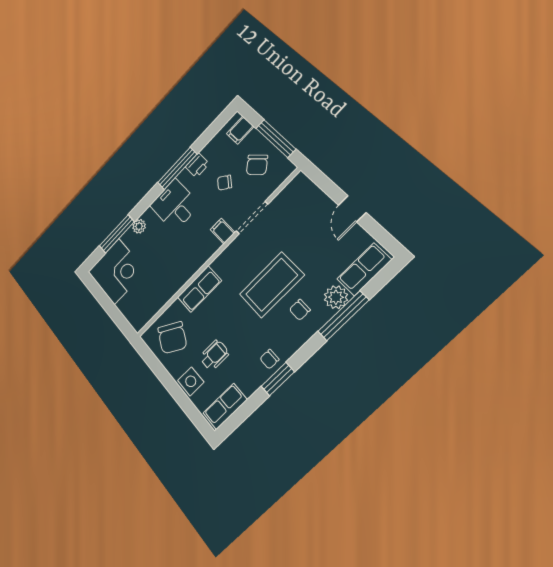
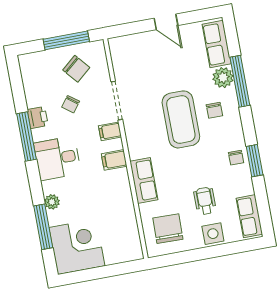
filing cabinet: (240, 130) -> (114, 160), moved, turned 90
chair: (172, 338) -> (168, 229), turned -118

